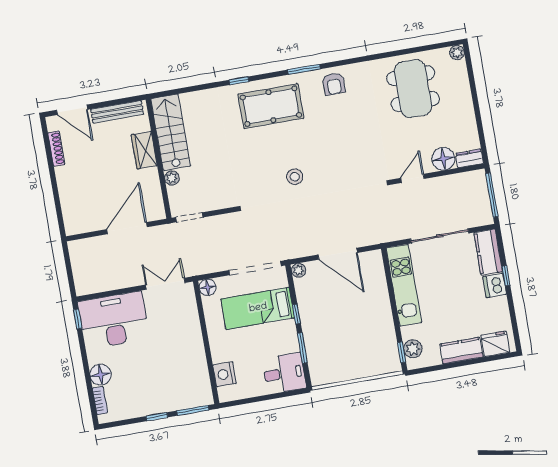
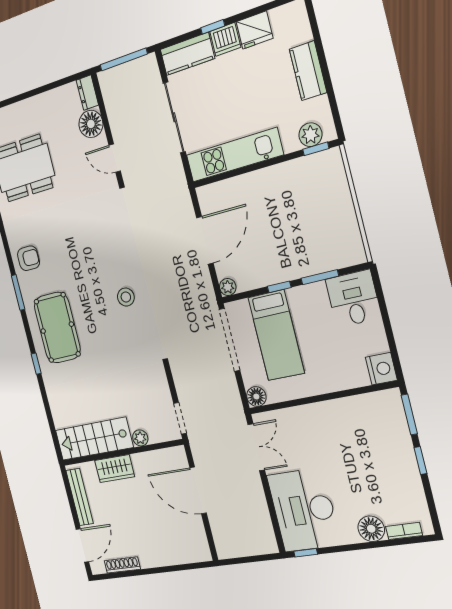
double door: (165, 284) -> (256, 447), swing flipped
fridge: (495, 344) -> (255, 30), moved, turned -90
nightstand: (225, 374) -> (381, 369), moved, turned -90

